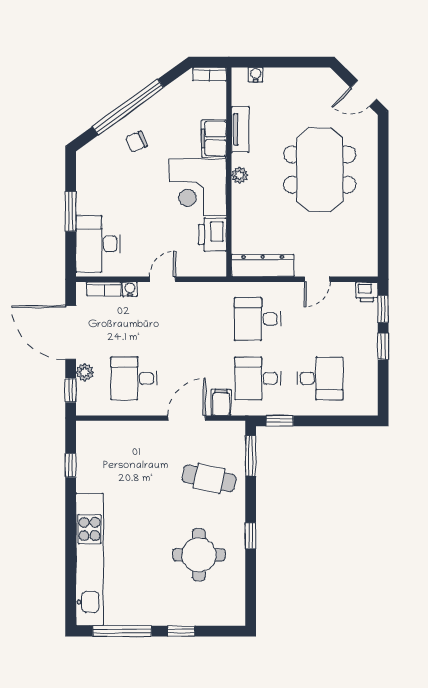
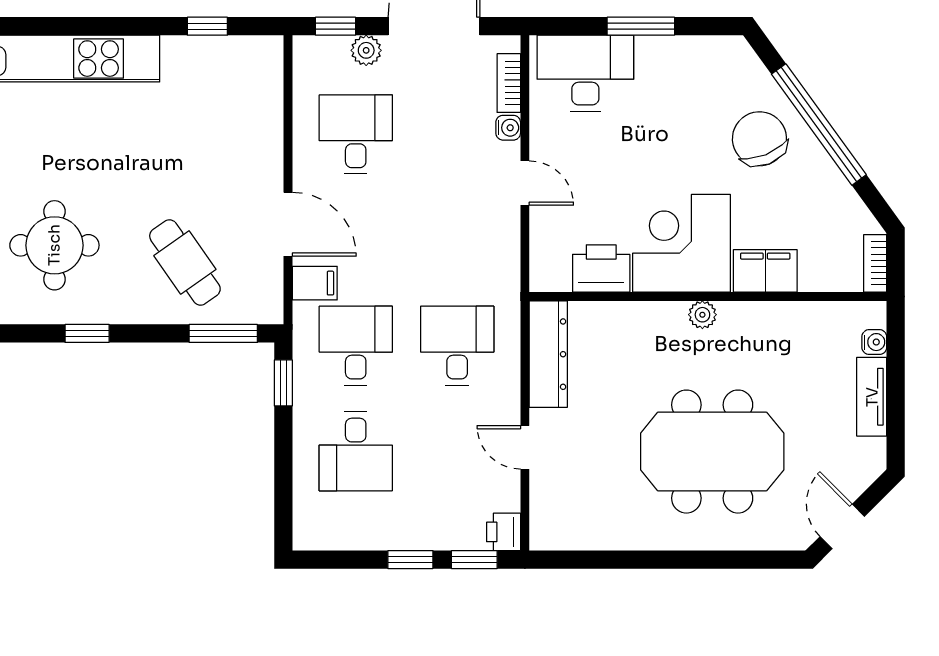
tv unit: (240, 129) -> (872, 397), moved, turned 90
chair: (137, 142) -> (759, 139), width x1.87, depth x1.87
cafe table: (209, 478) -> (185, 262), turned -47

